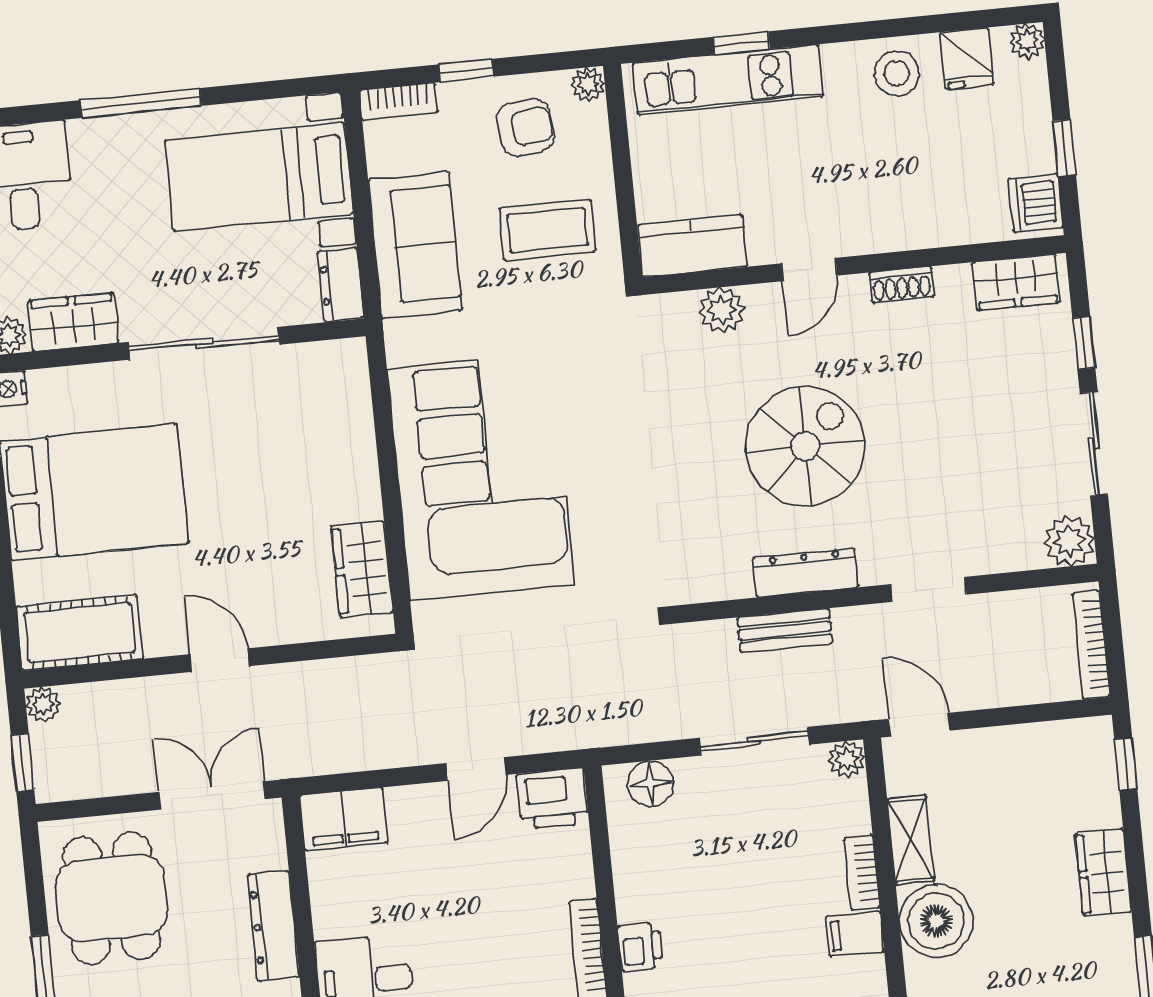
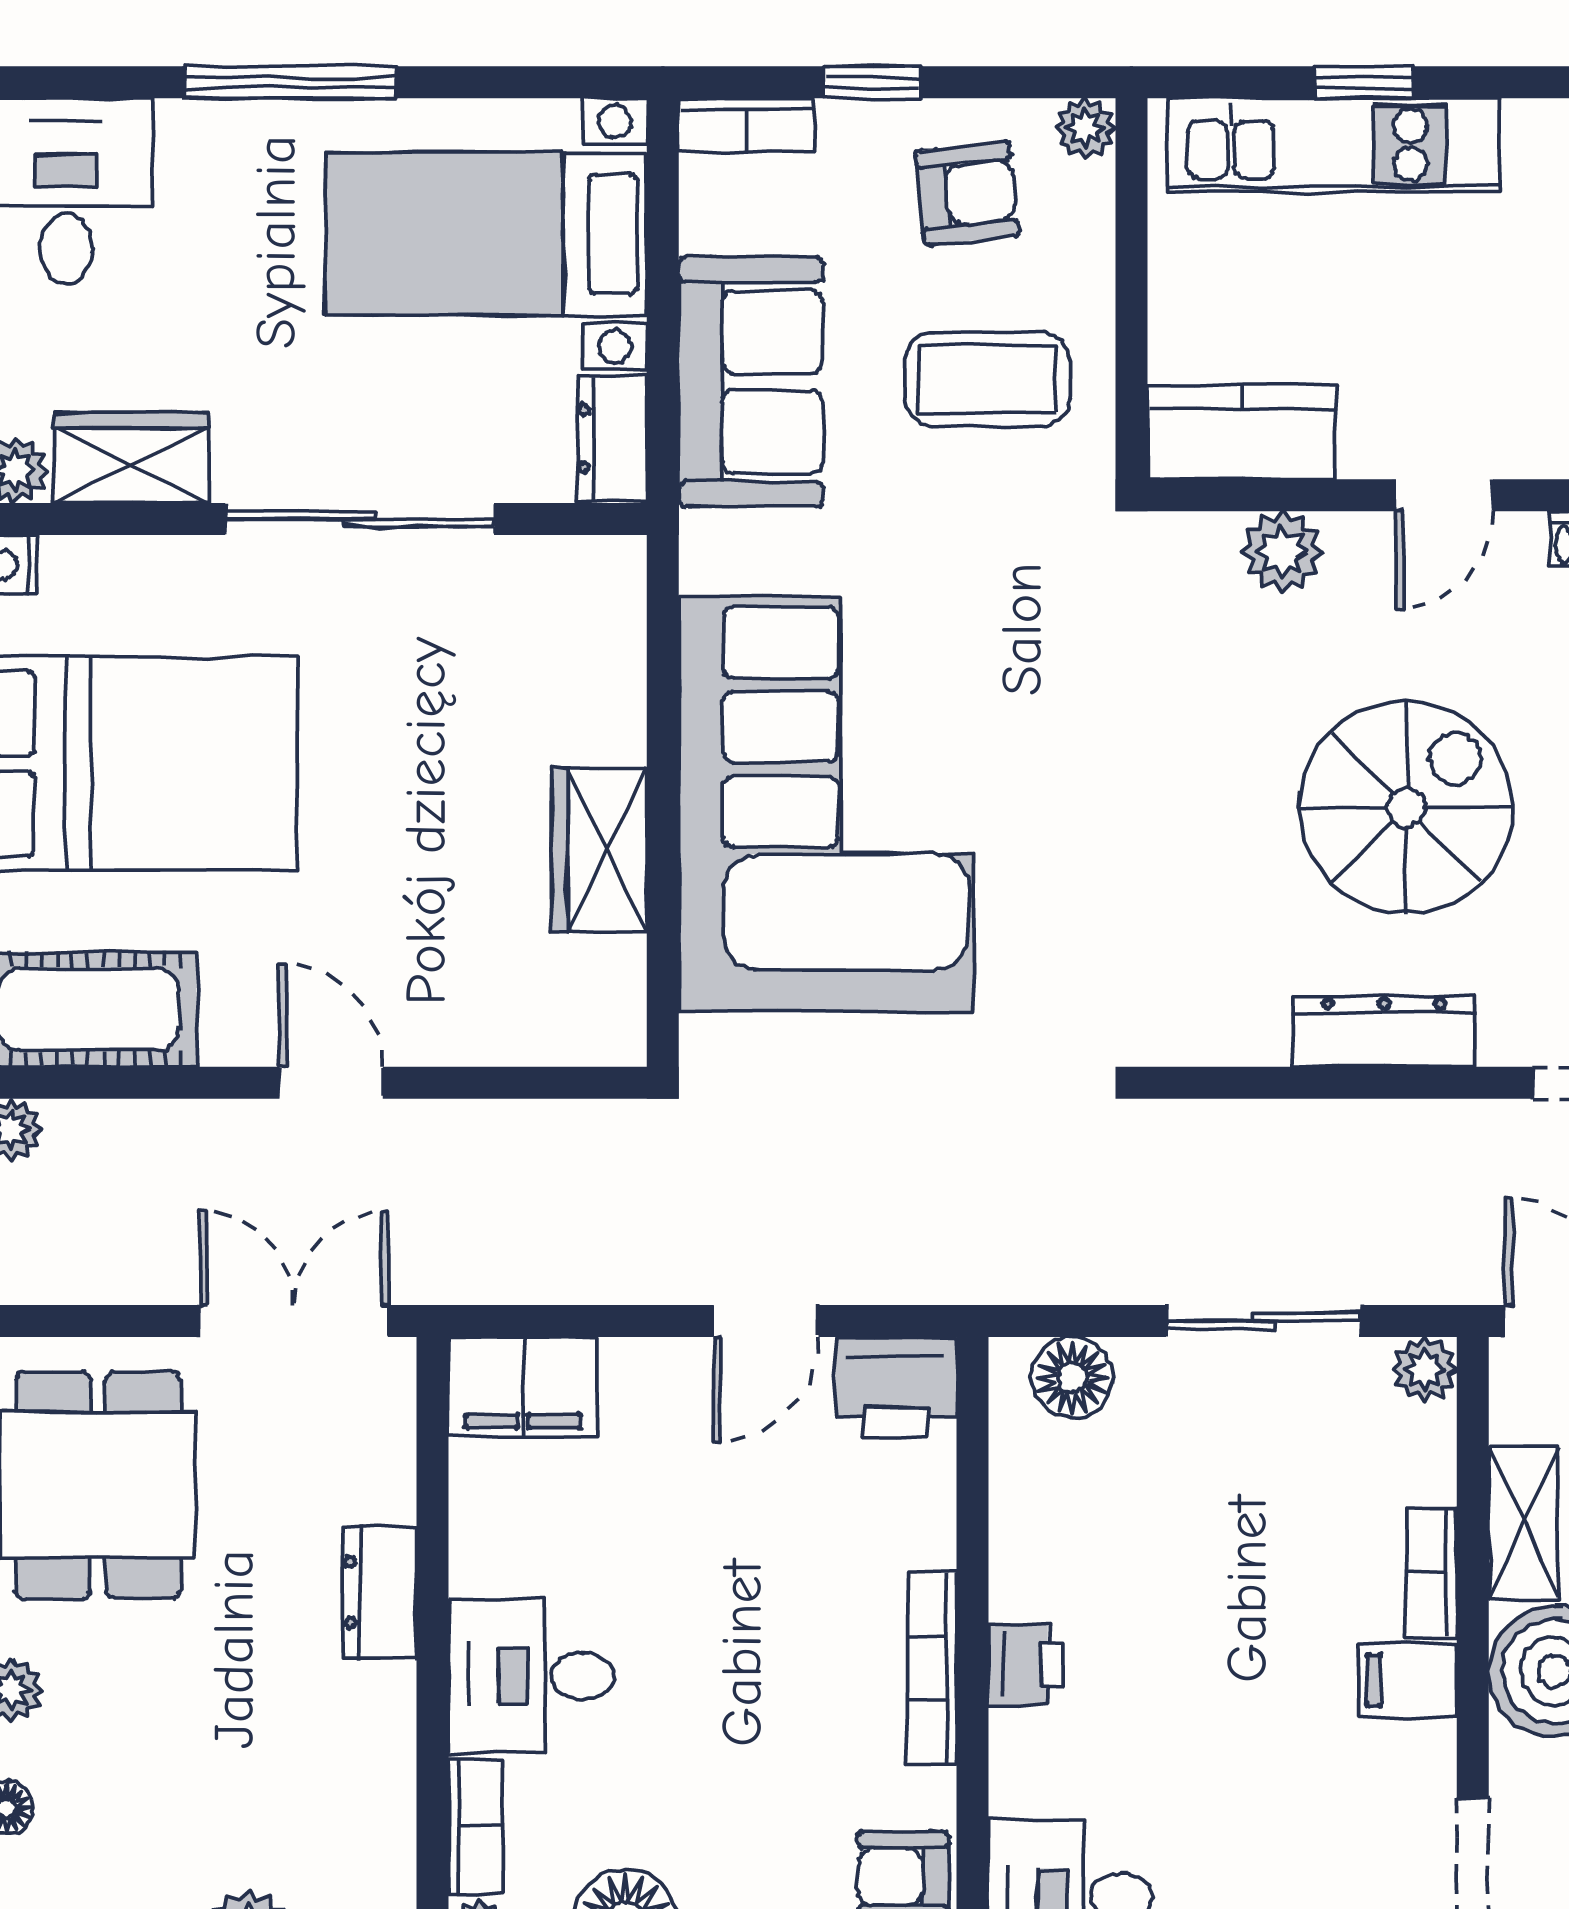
wardrobe: (362, 569) -> (600, 850), moved
bench: (785, 630) -> (1337, 1130), removed
dresser: (273, 926) -> (379, 1592), width x0.70

